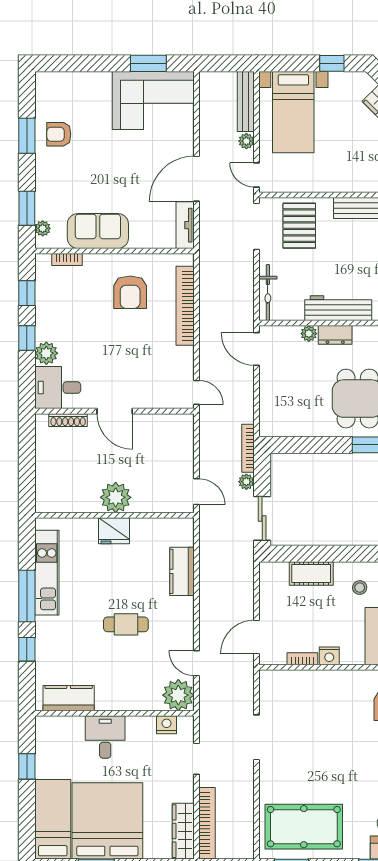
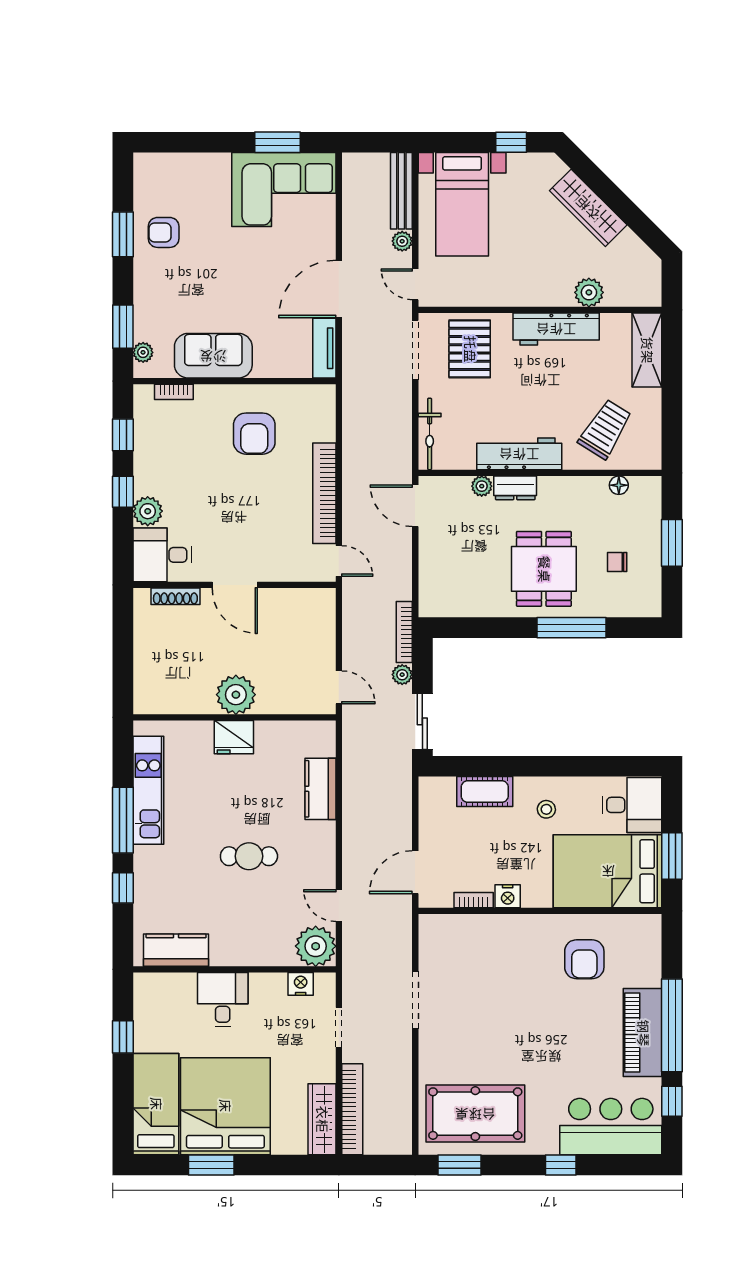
bookcase: (185, 306) -> (324, 493), moved

